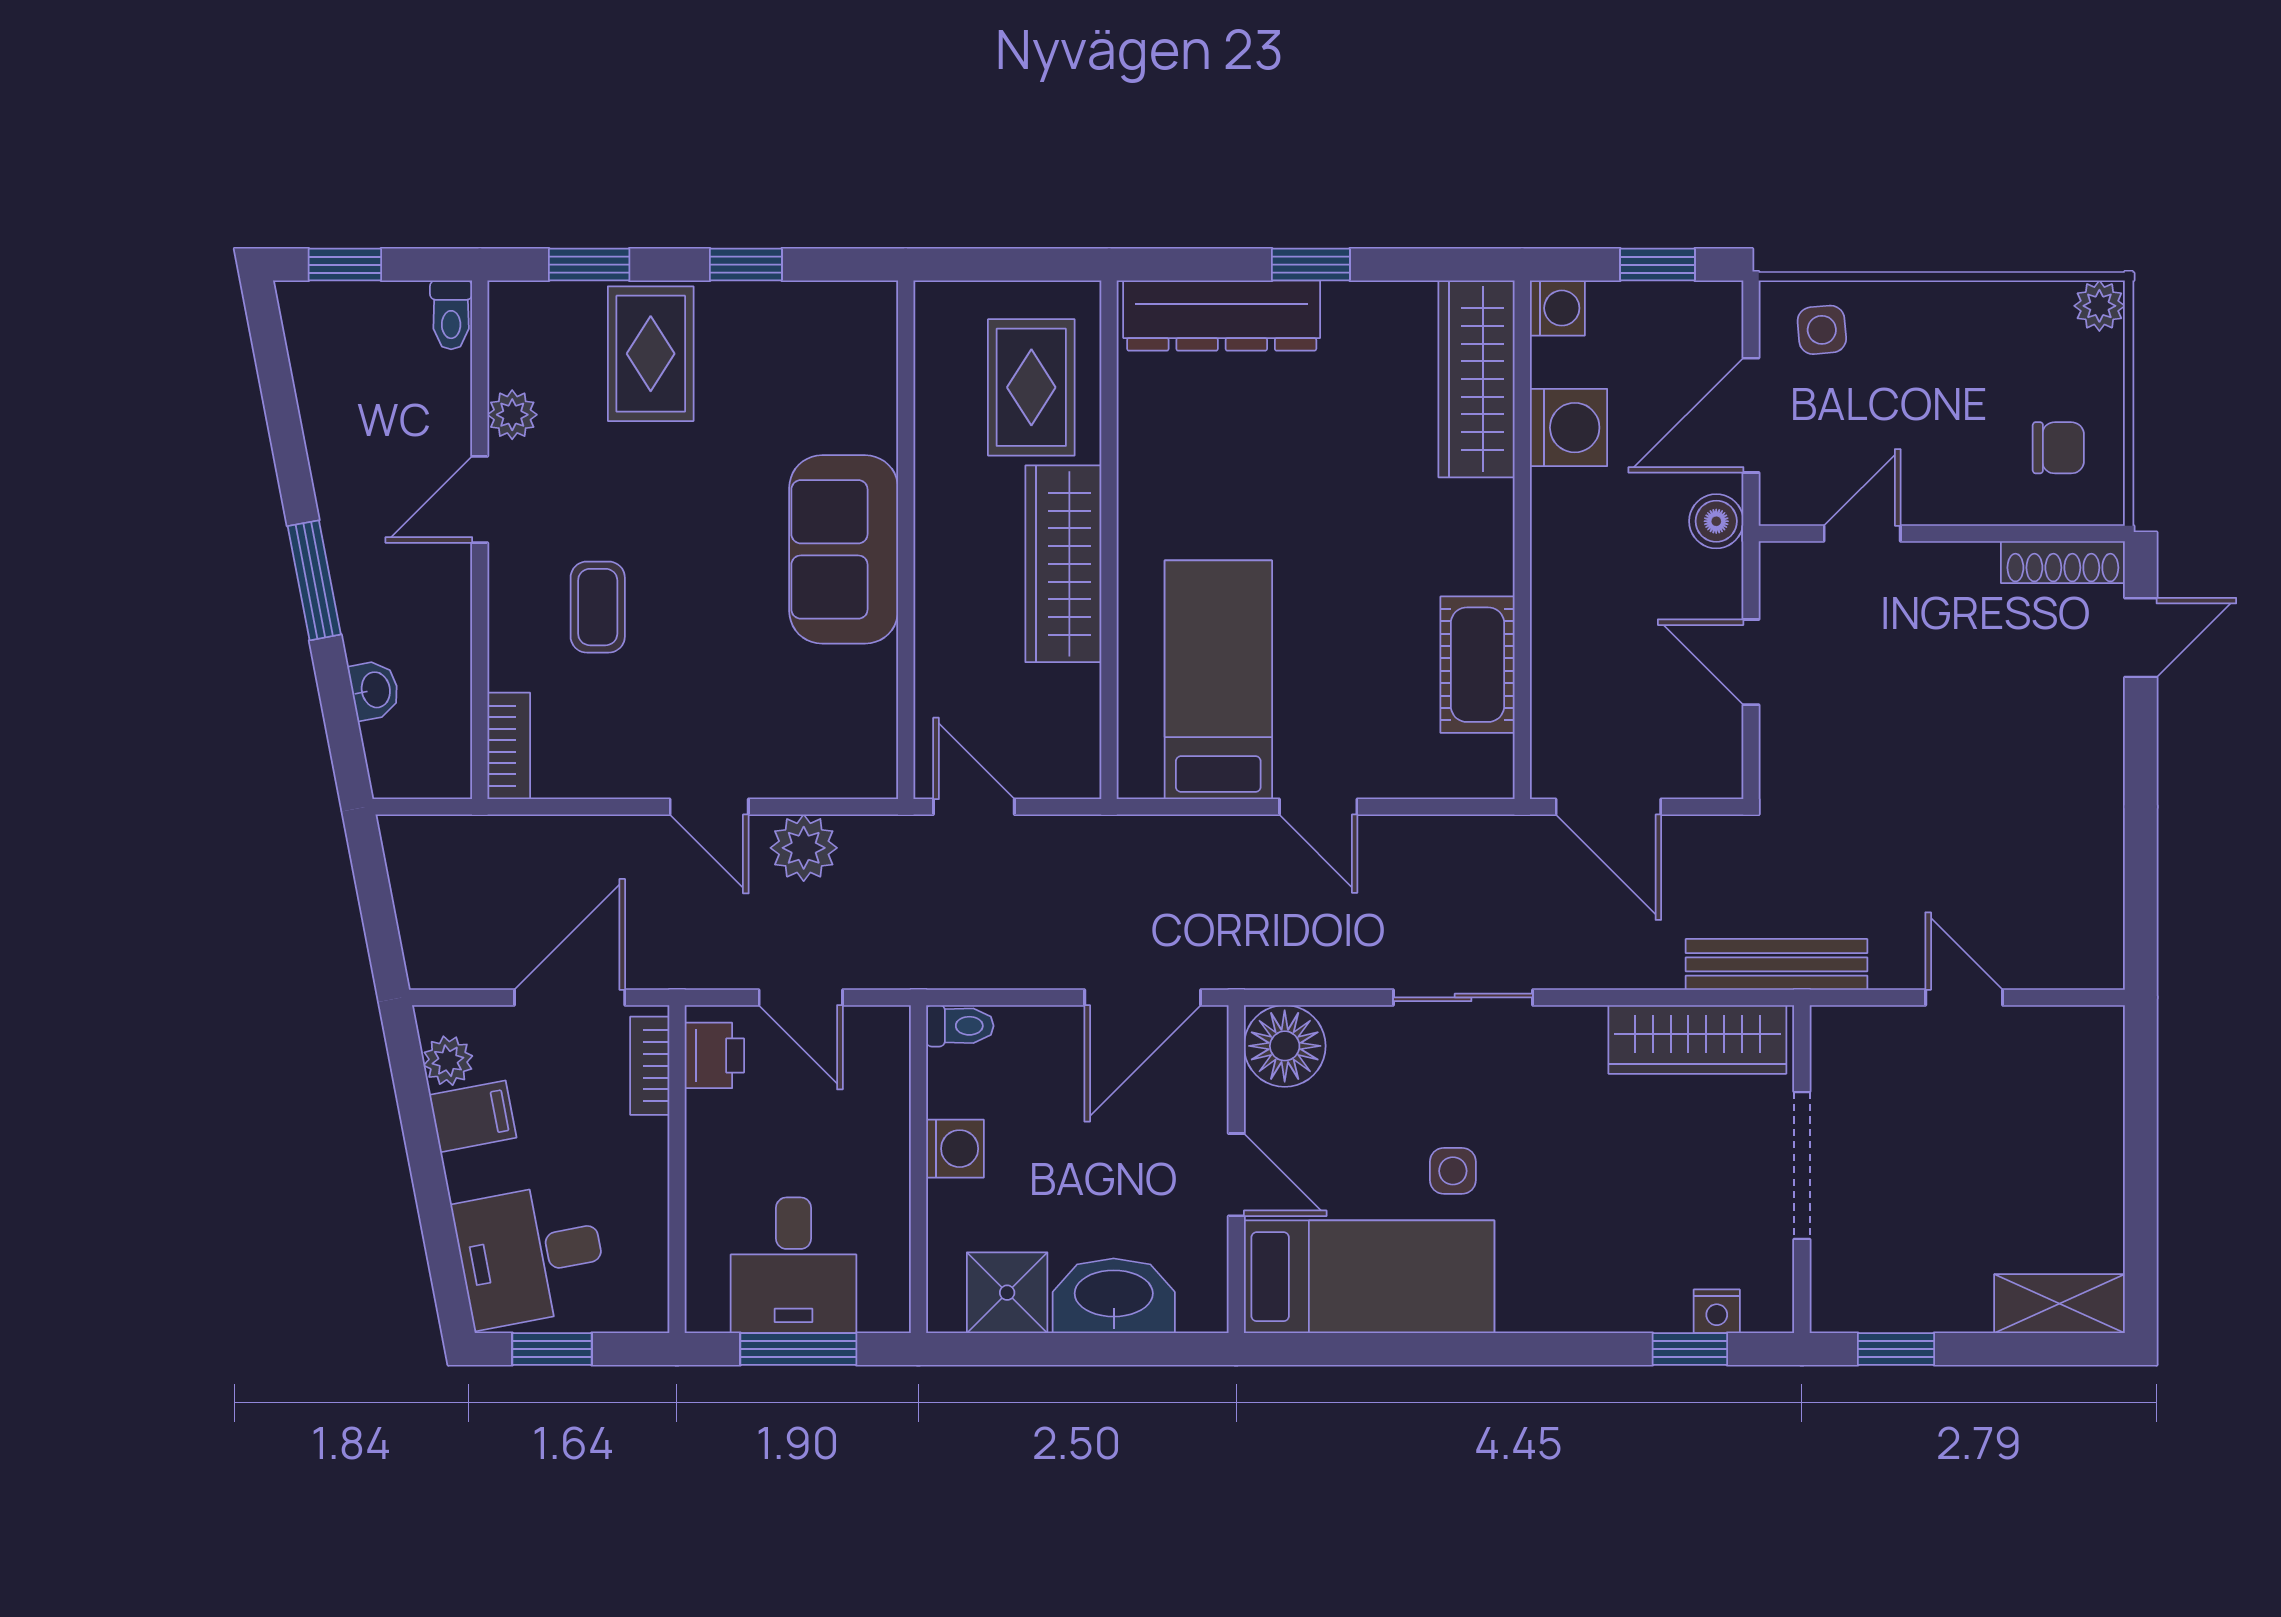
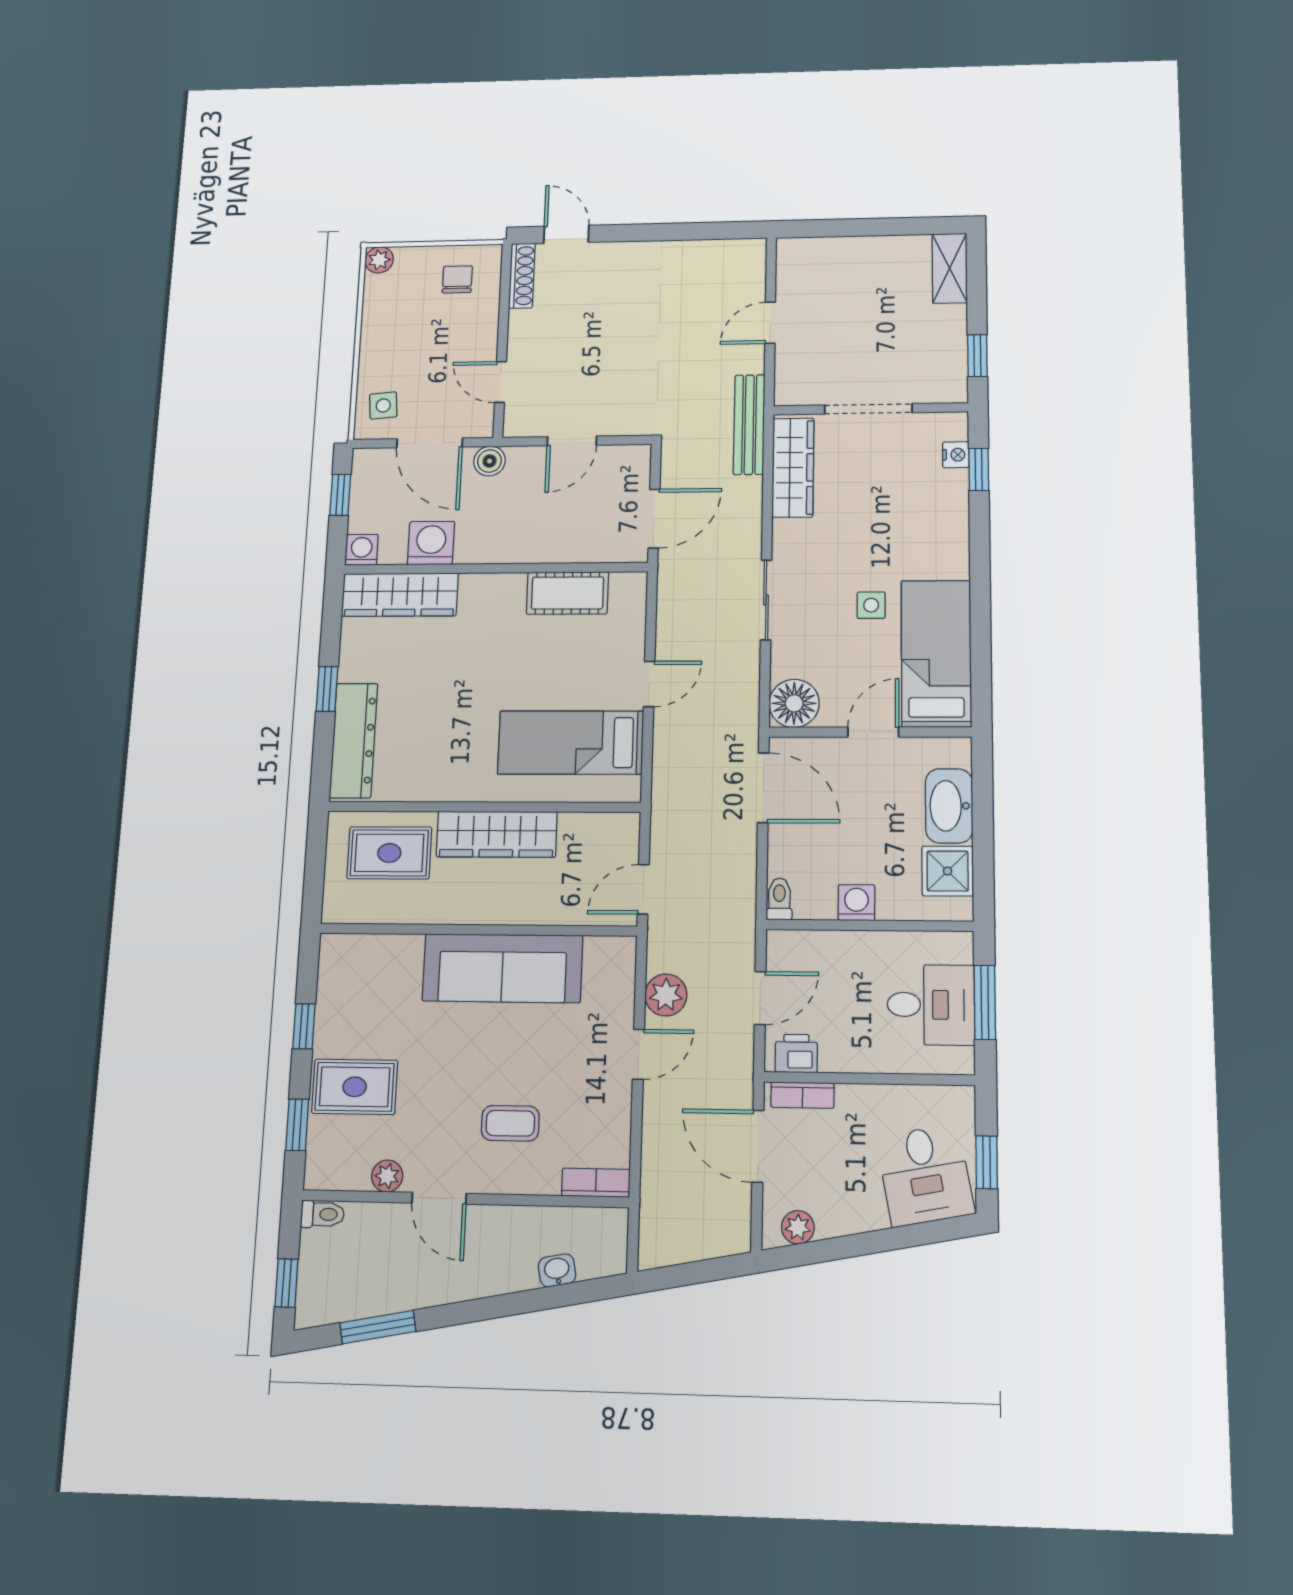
sofa: (844, 549) -> (502, 968), width x1.36
window: (314, 580) -> (378, 1327), moved
filing cabinet: (473, 1116) -> (834, 1212), removed

